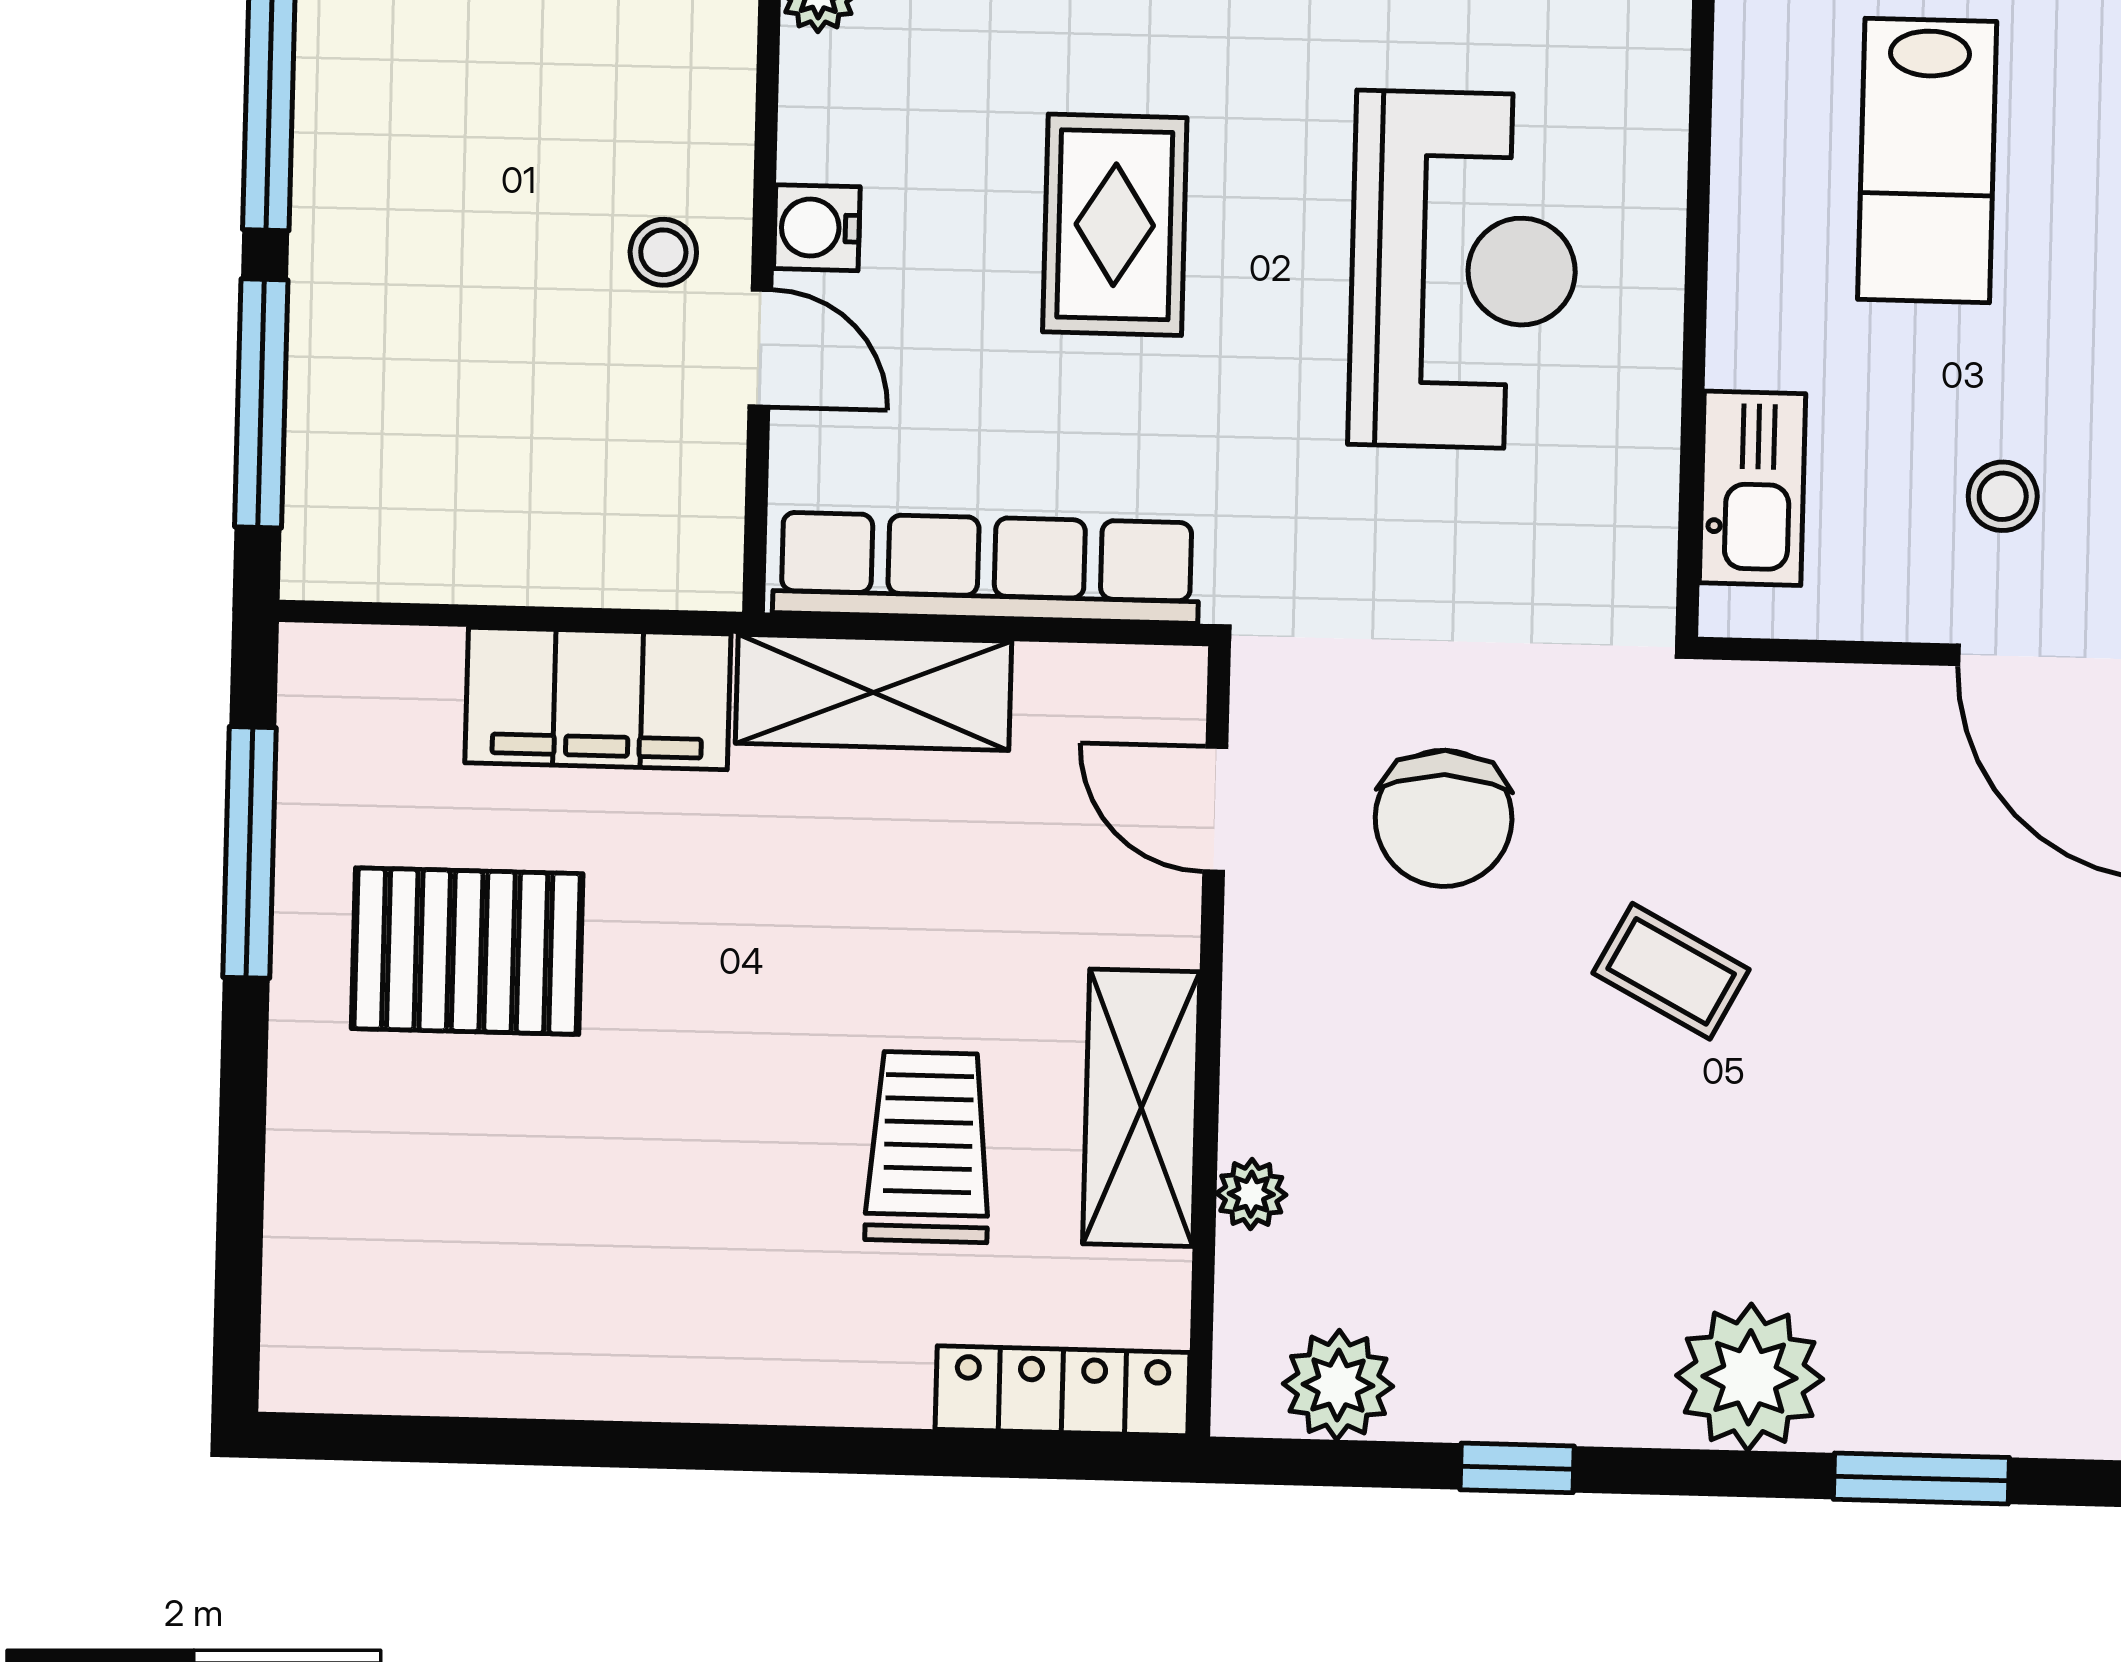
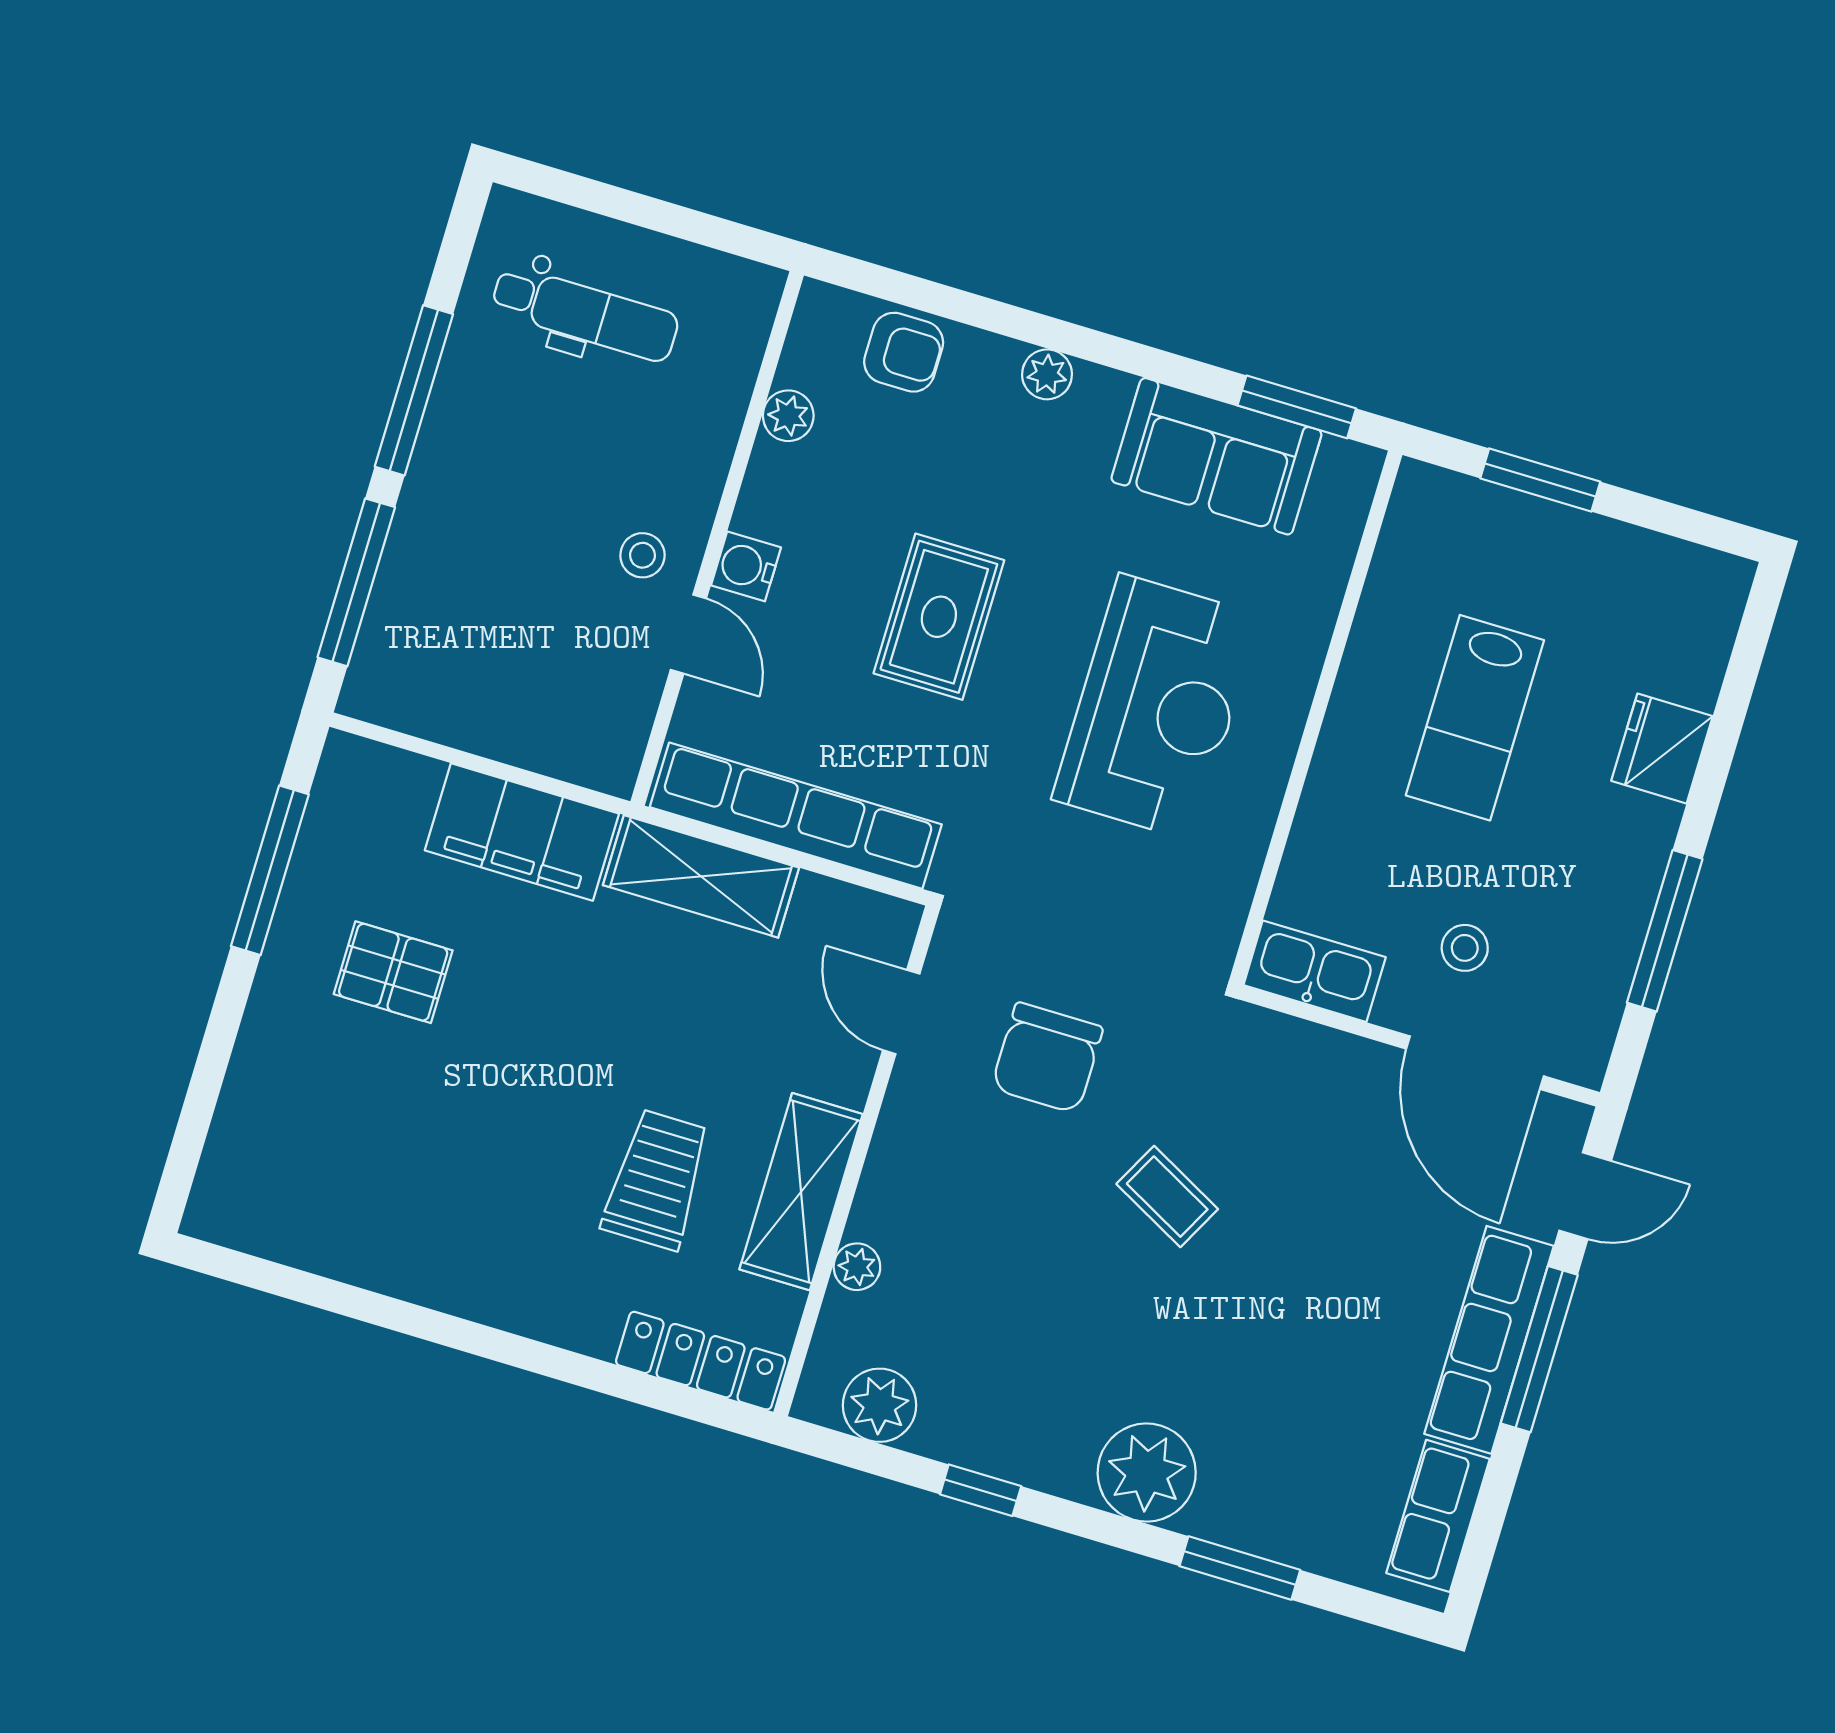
kitchen sink: (1752, 488) -> (1315, 971), moved, turned -90
pallet: (467, 951) -> (393, 972), width x0.67, depth x0.71

